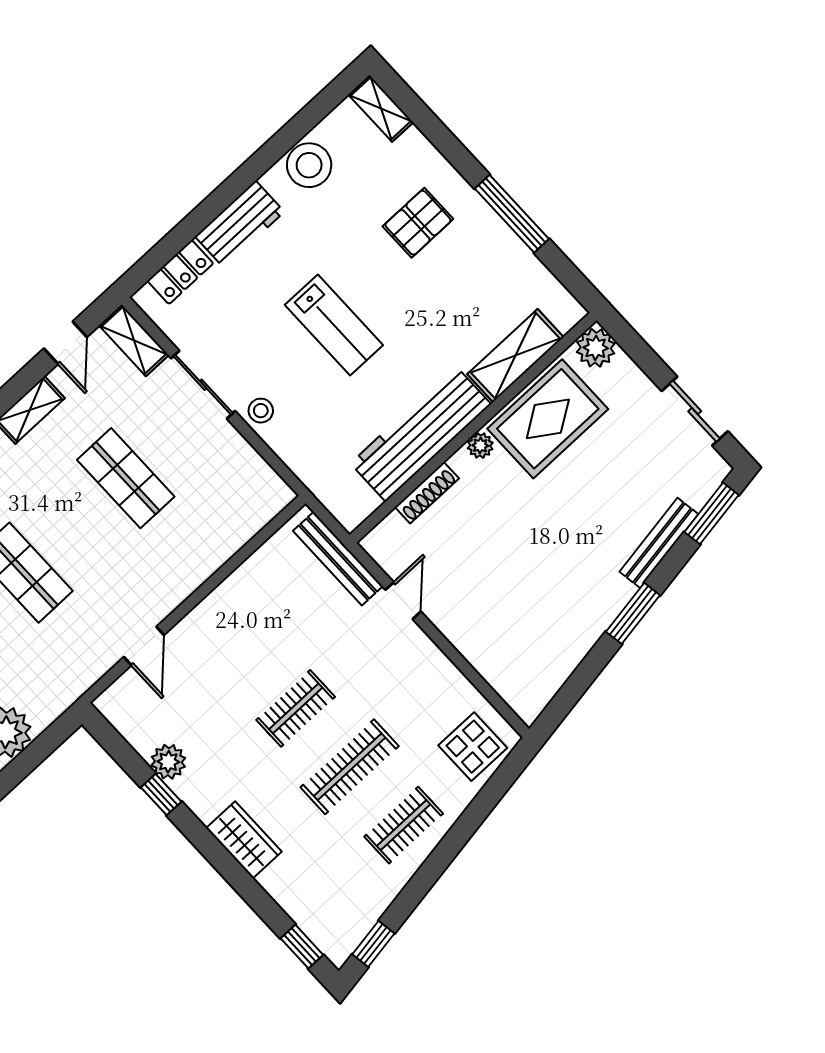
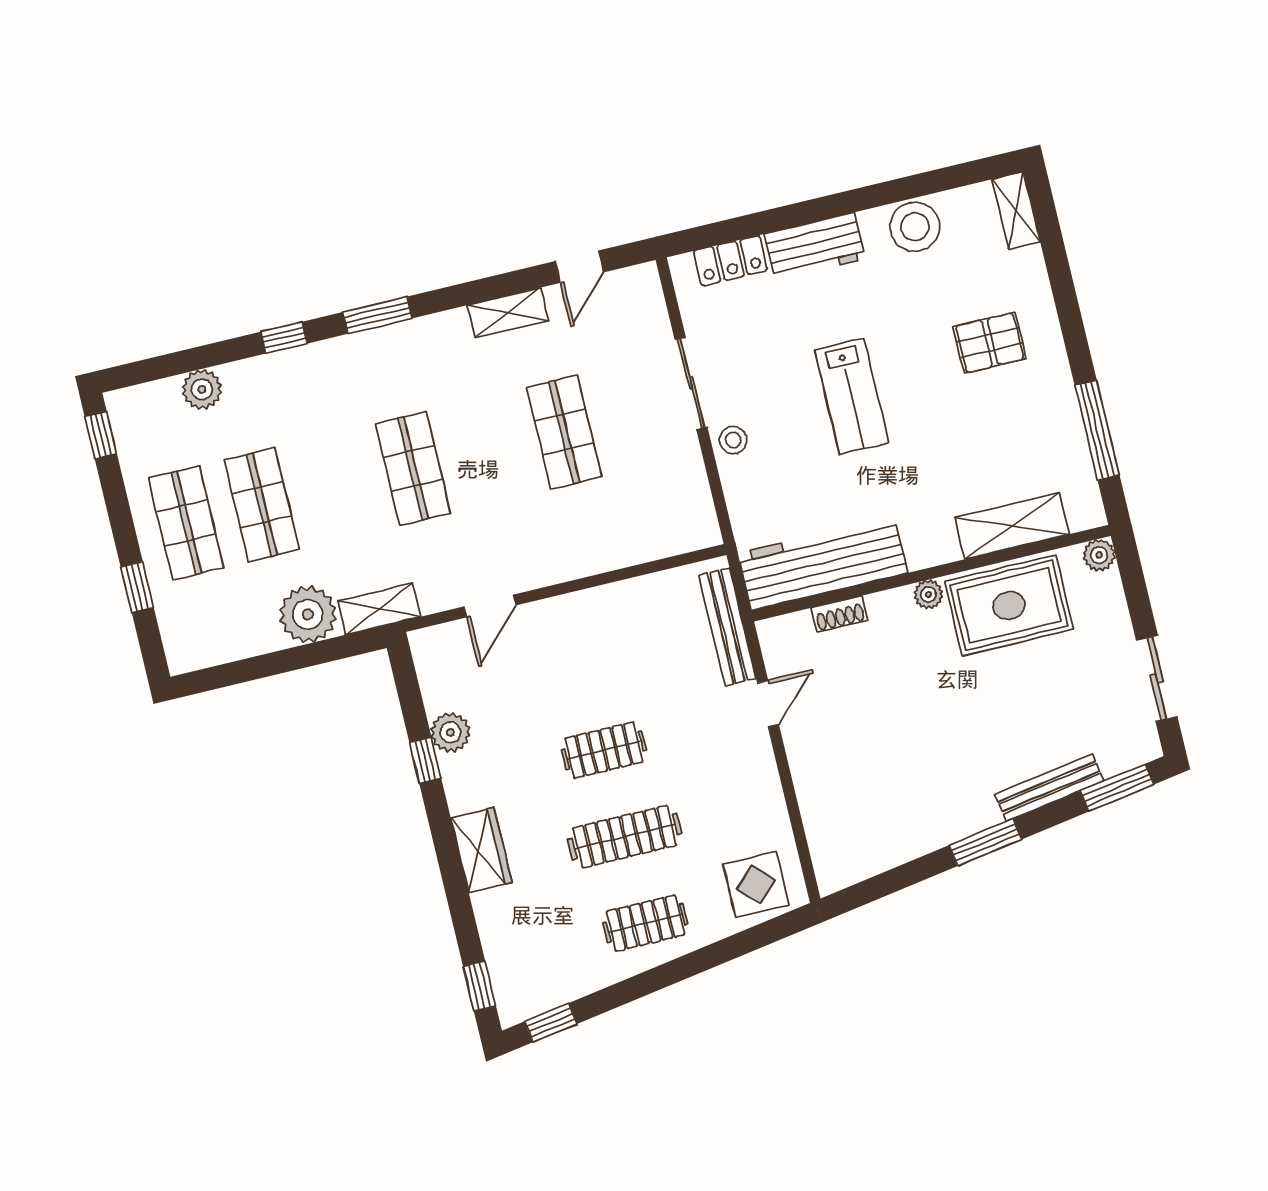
window: (512, 214) -> (1097, 430), moved
shelving: (134, 340) -> (379, 609), moved, turned 90
plant: (596, 348) -> (1099, 555), width x0.73, depth x0.73
workbench: (421, 434) -> (823, 563), moved
shoe rack: (427, 493) -> (840, 614), width x0.70

